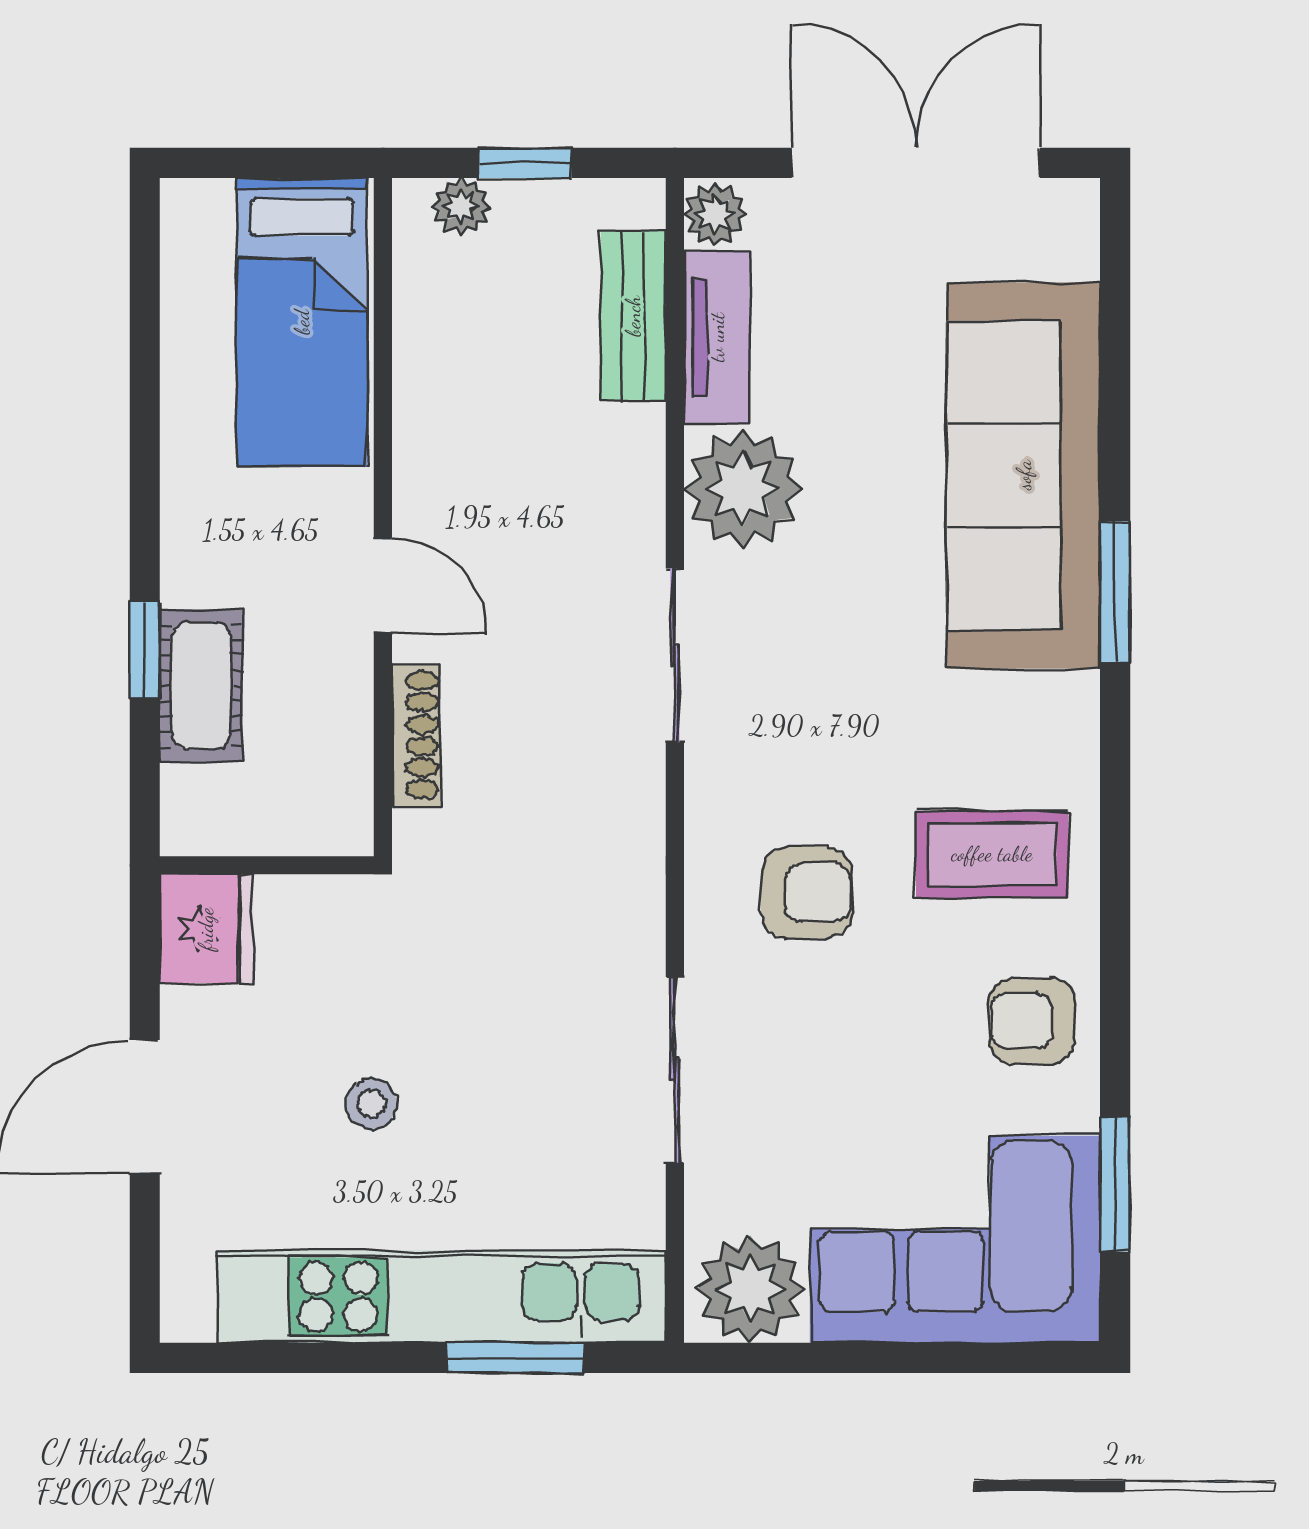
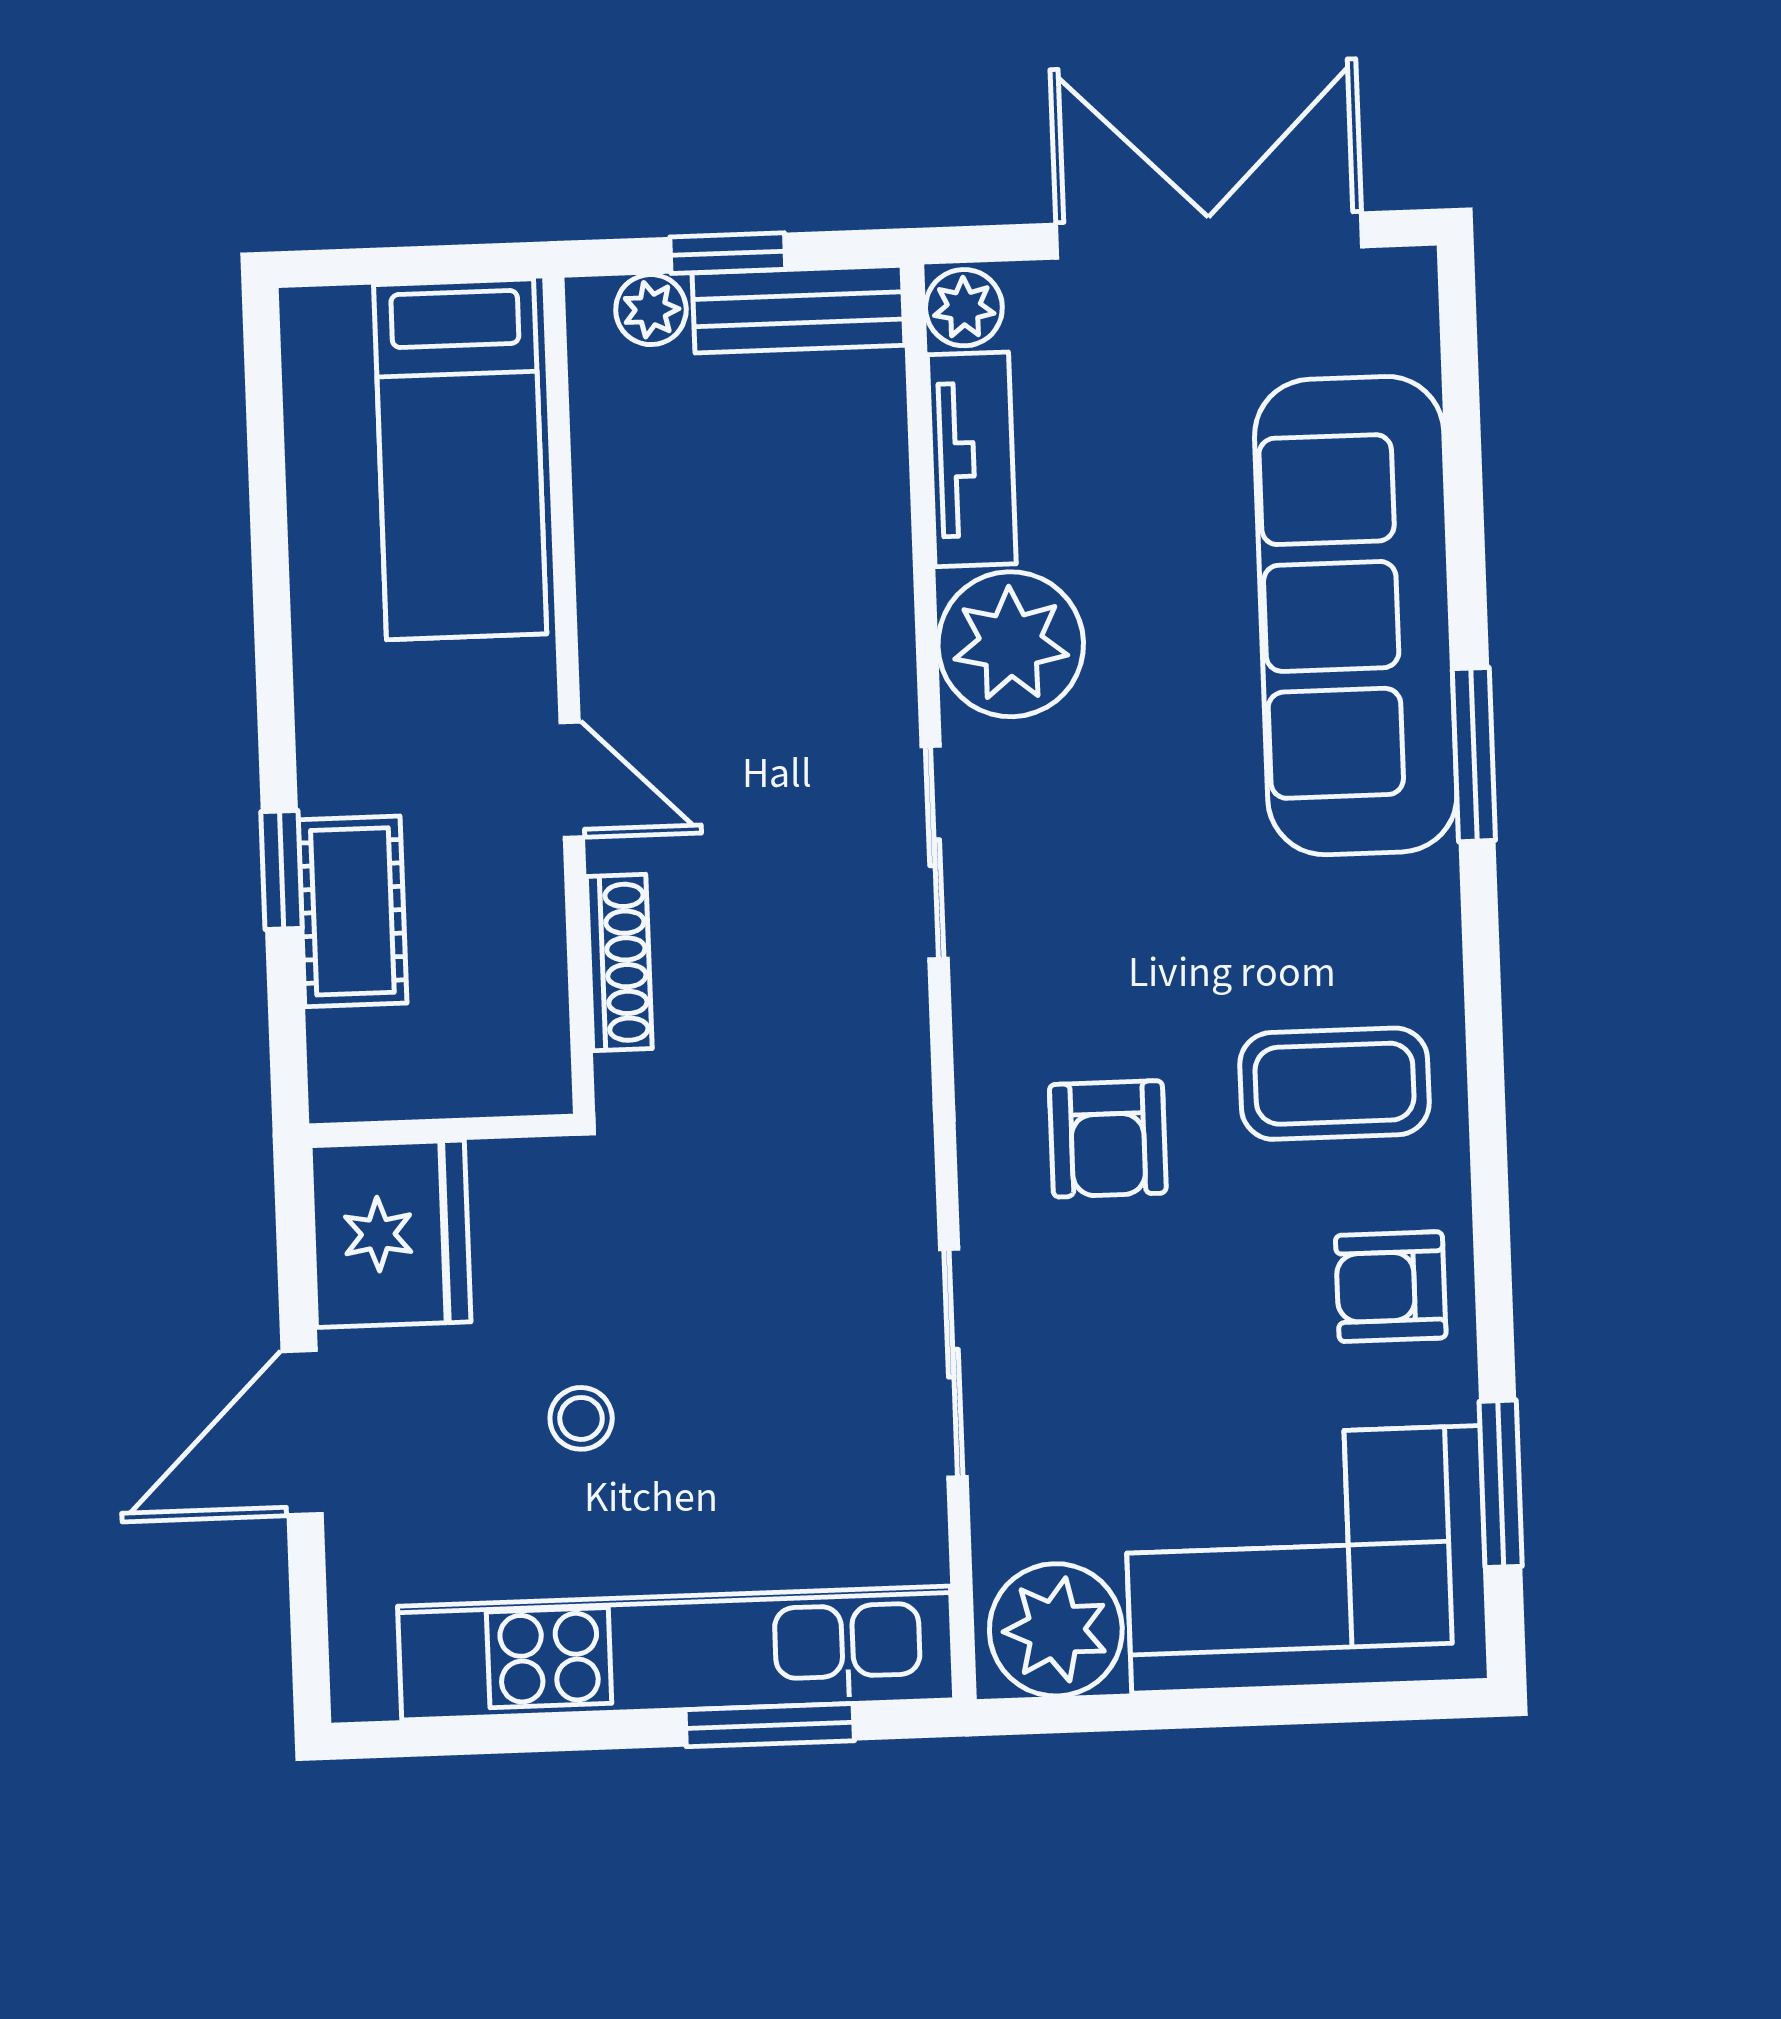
bench: (633, 316) -> (799, 309), moved, turned 90
armchair: (807, 892) -> (1108, 1139), turned 90
fridge: (206, 929) -> (390, 1234), width x1.36, depth x1.34

